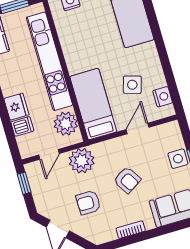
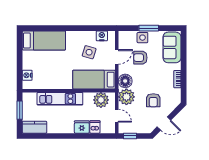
kitchen unit: (49, 61) -> (60, 99), width x0.73
door: (138, 128) -> (117, 57), swing flipped
floor lamp: (105, 152) -> (125, 81), added
armchair: (127, 180) -> (140, 58), moved, turned -148

